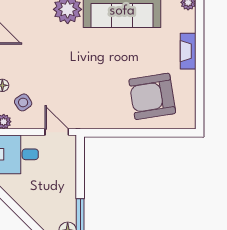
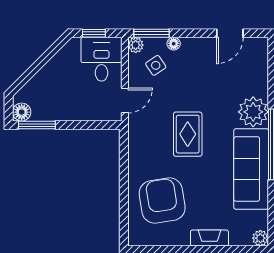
rug: (89, 72) -> (188, 134), added

